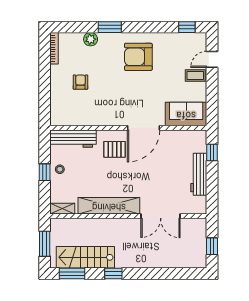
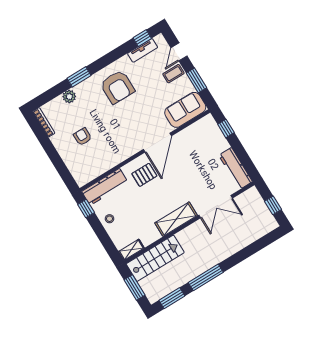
tv unit: (181, 38) -> (143, 50), added
armchair: (138, 57) -> (117, 87), turned -90
window: (212, 94) -> (196, 80), added
window: (45, 172) -> (86, 209), moved
workbench: (199, 174) -> (236, 168), moved
shelving: (109, 206) -> (176, 219), width x0.68
stairs: (85, 257) -> (155, 258), moved, turned 180
window: (113, 274) -> (206, 277), width x2.17

